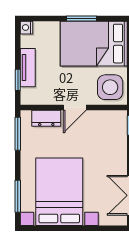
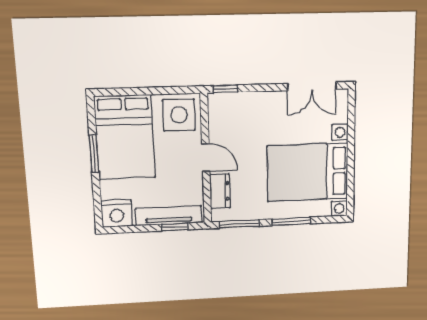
nightstand: (27, 28) -> (117, 214), width x1.89, depth x1.79
tv unit: (28, 68) -> (169, 216), width x1.41
window: (18, 196) -> (291, 221), moved

